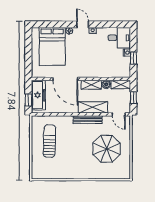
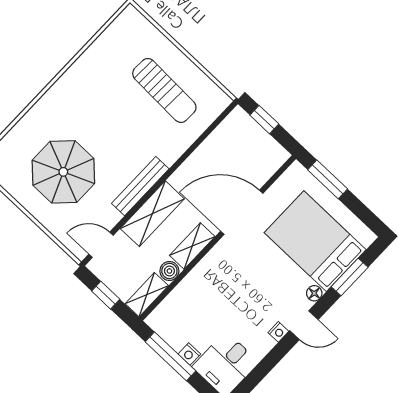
window: (53, 24) -> (350, 277), added
window: (133, 58) -> (170, 356), width x2.17
window: (28, 61) -> (328, 179), added
freezer: (38, 95) -> (257, 143), removed

